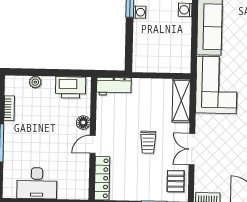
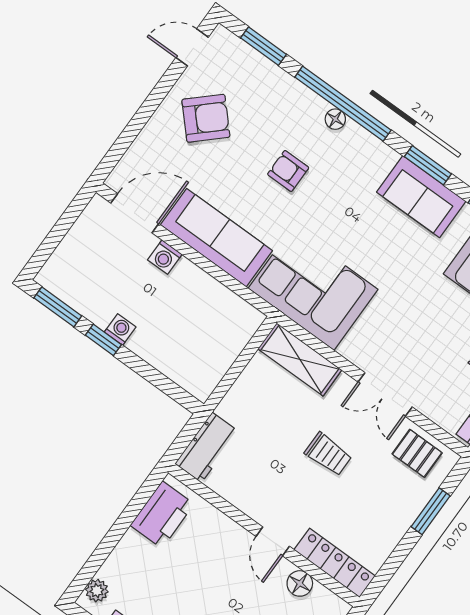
plant: (35, 82) -> (97, 591), moved
floor lamp: (83, 123) -> (300, 583), moved

